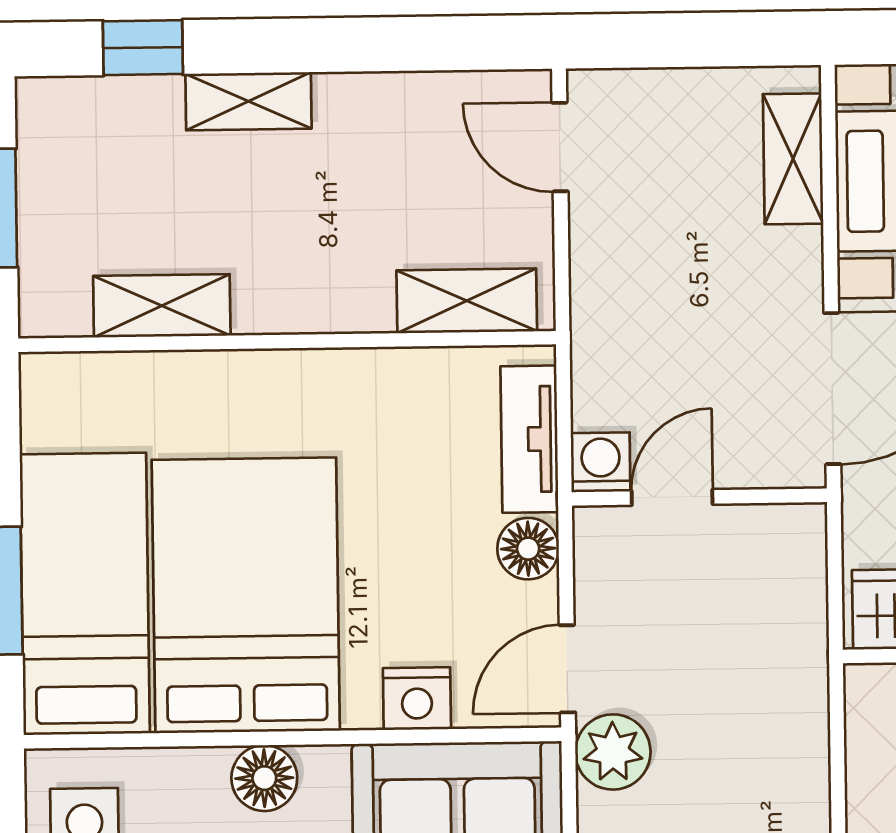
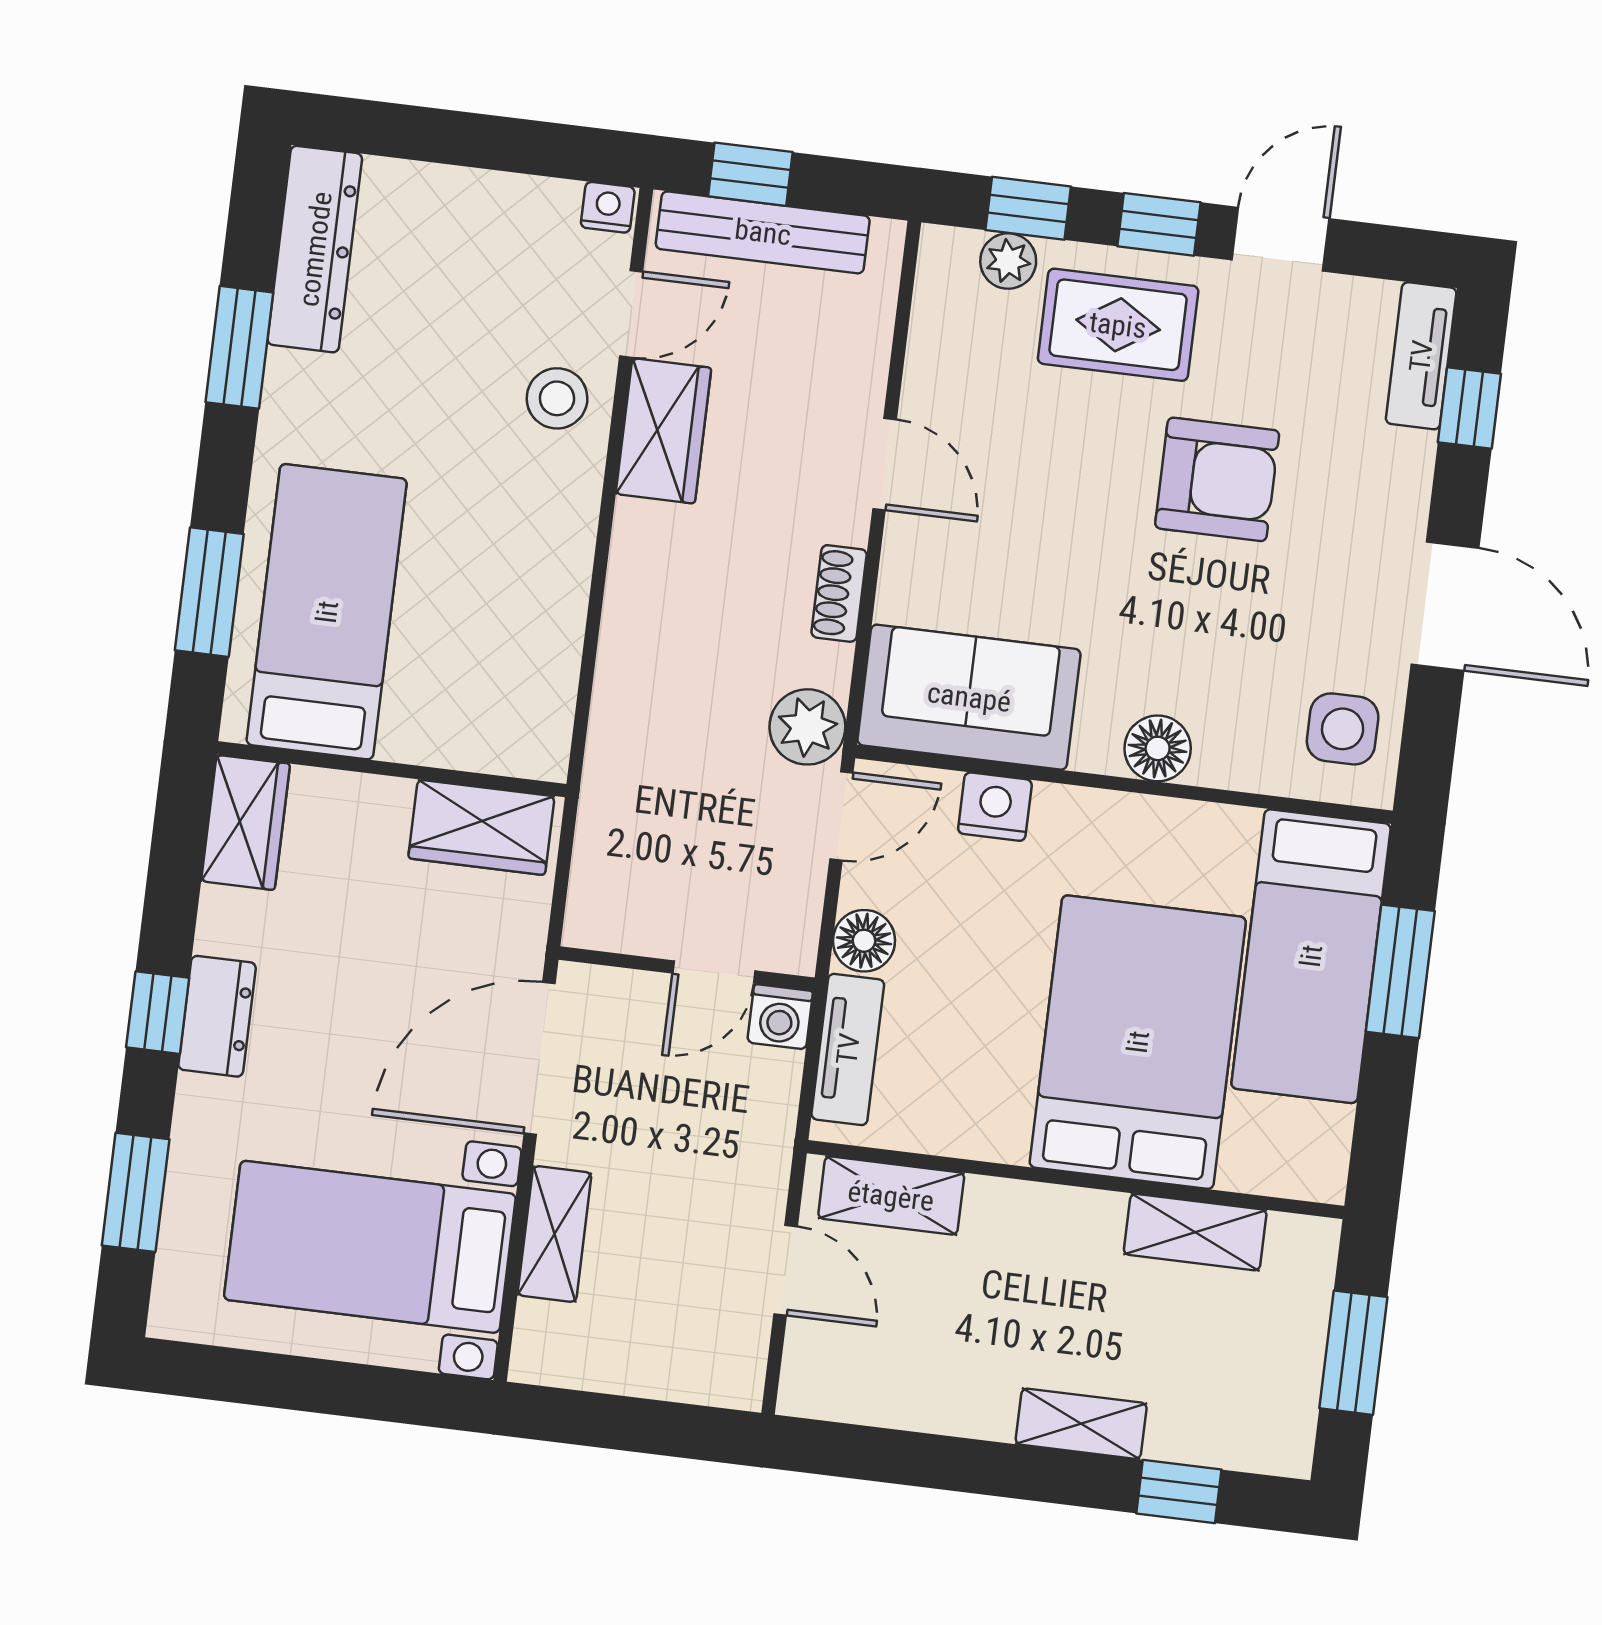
door: (560, 147) -> (786, 1270), moved
shelving: (793, 159) -> (555, 1234), moved
bed: (246, 595) -> (1138, 1042), moved, turned 180

